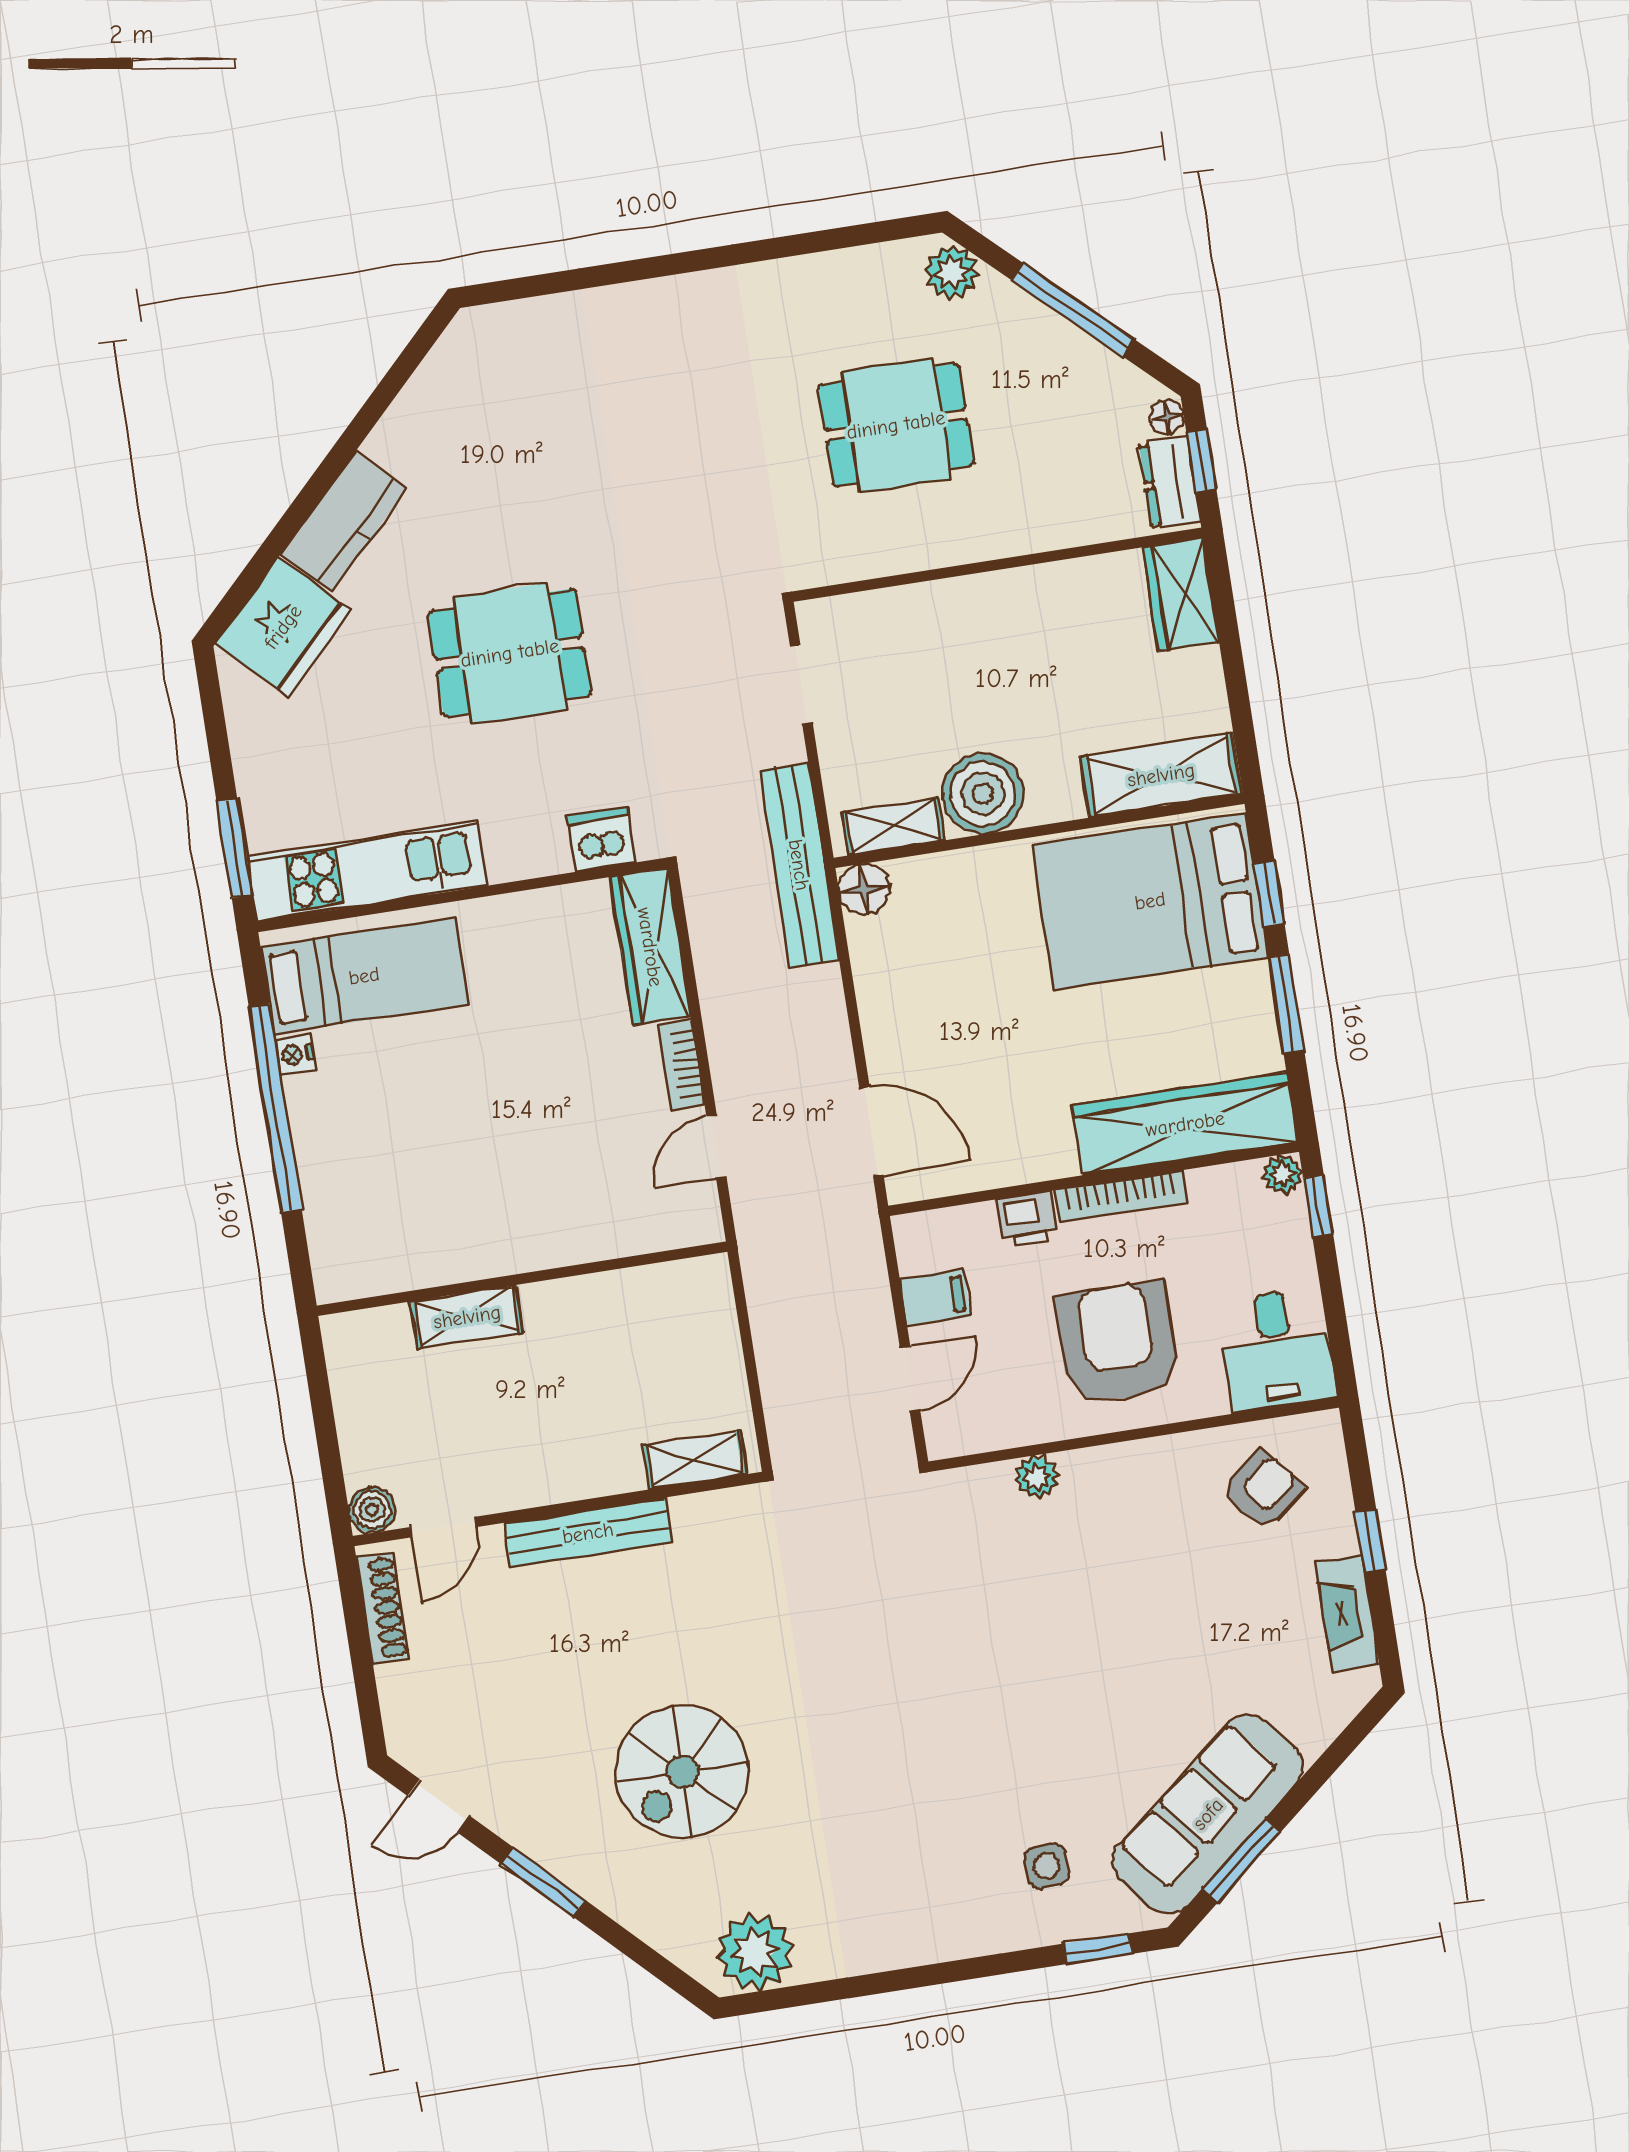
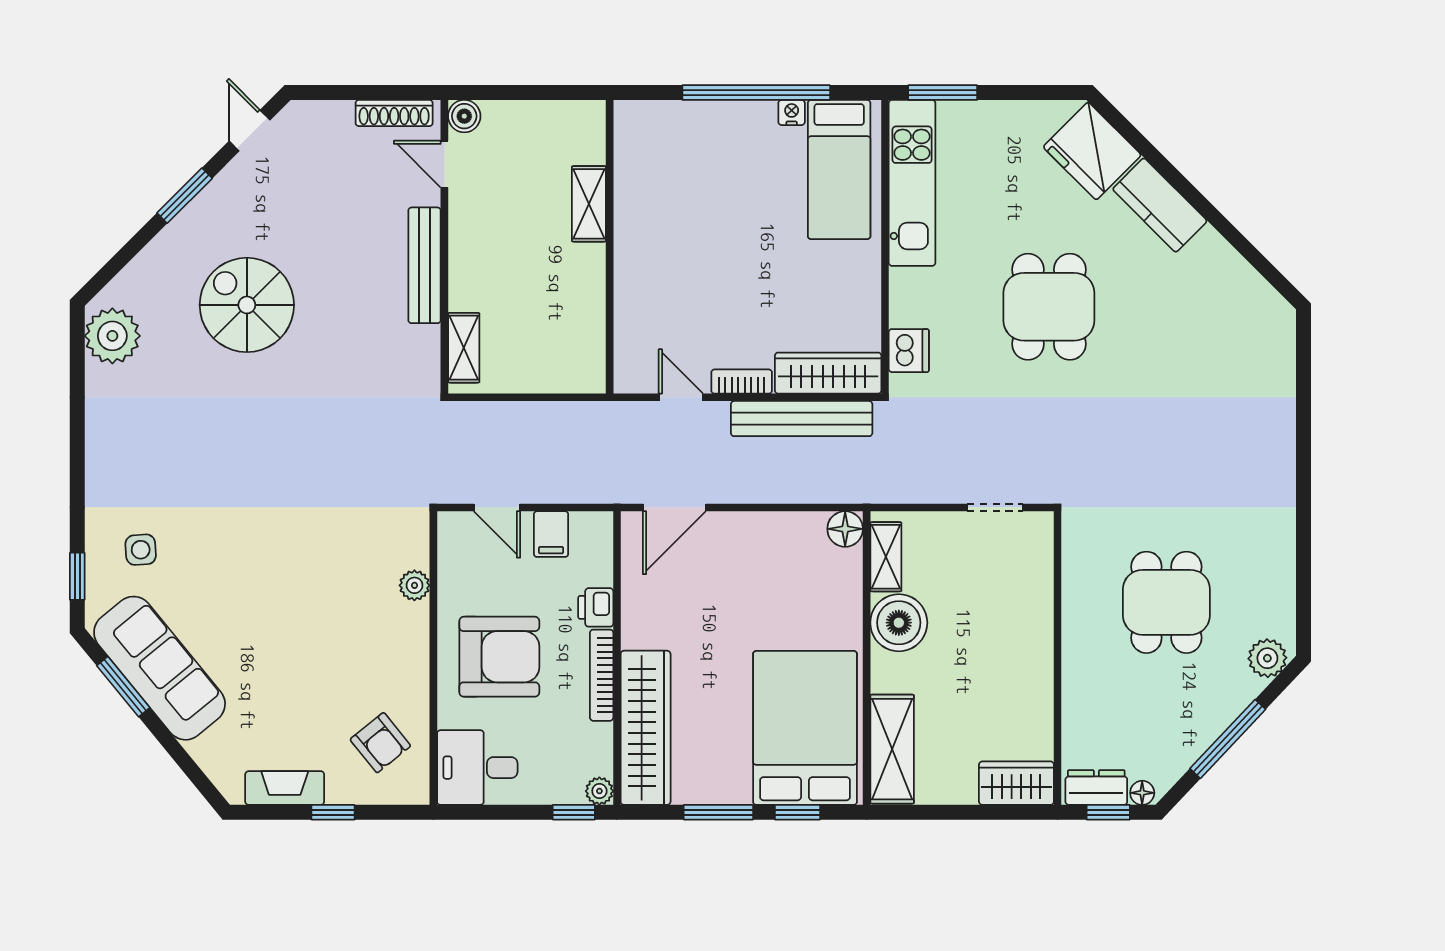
bench: (799, 865) -> (802, 419), moved

